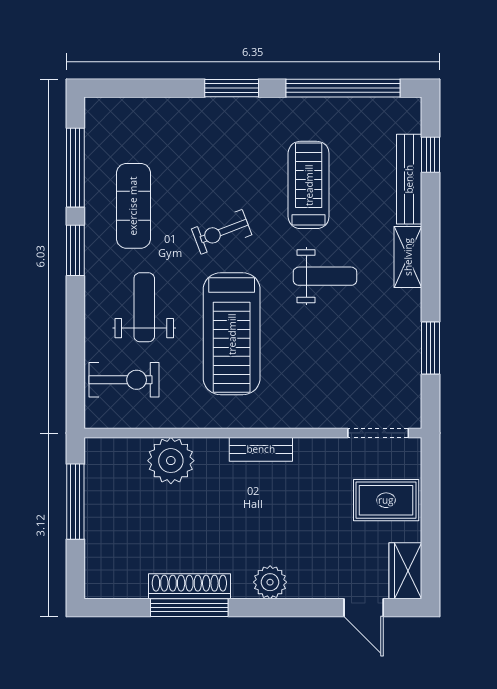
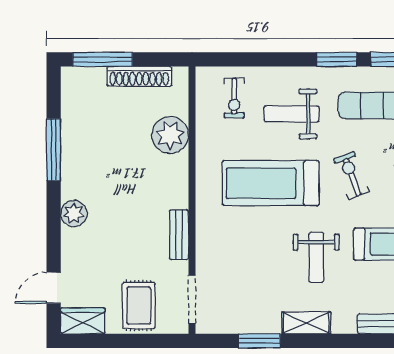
shelving: (408, 257) -> (306, 323), moved
weight bench: (144, 307) -> (292, 114), turned 180
exercise bike: (124, 380) -> (234, 98), width x0.73, depth x0.72
bench: (261, 449) -> (179, 235), moved
window: (75, 502) -> (103, 59), moved
shoe rack: (189, 586) -> (139, 76), moved, turned 90

